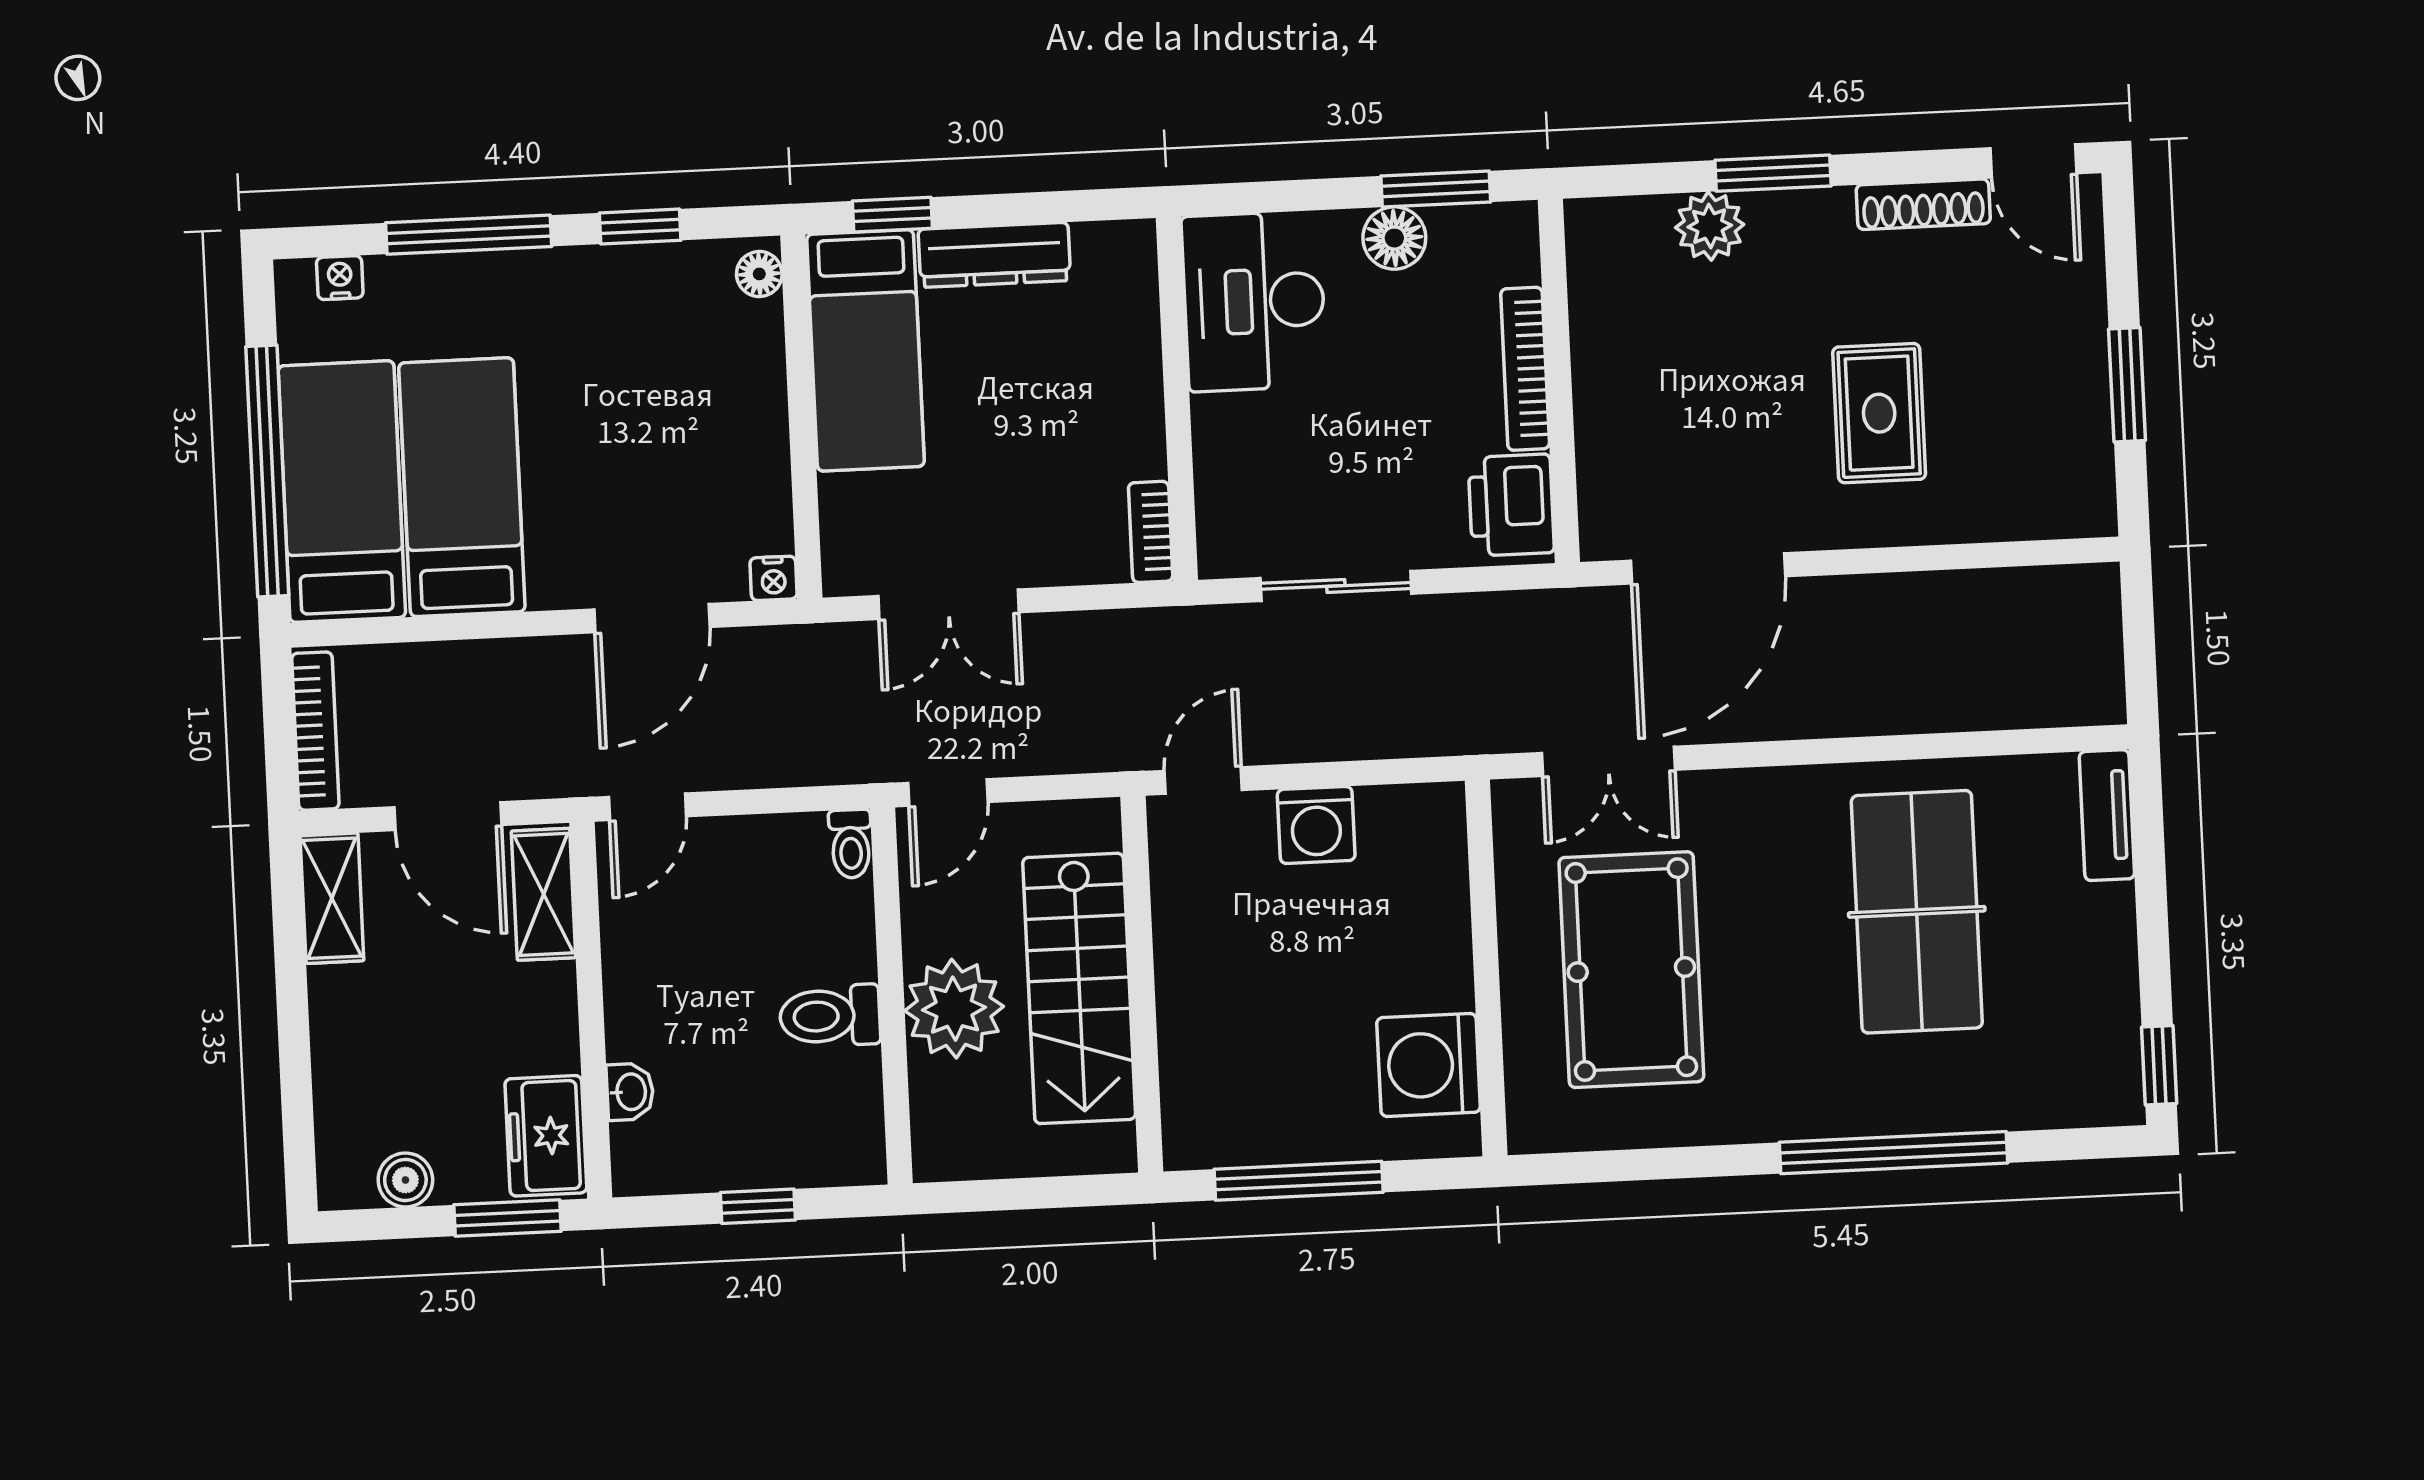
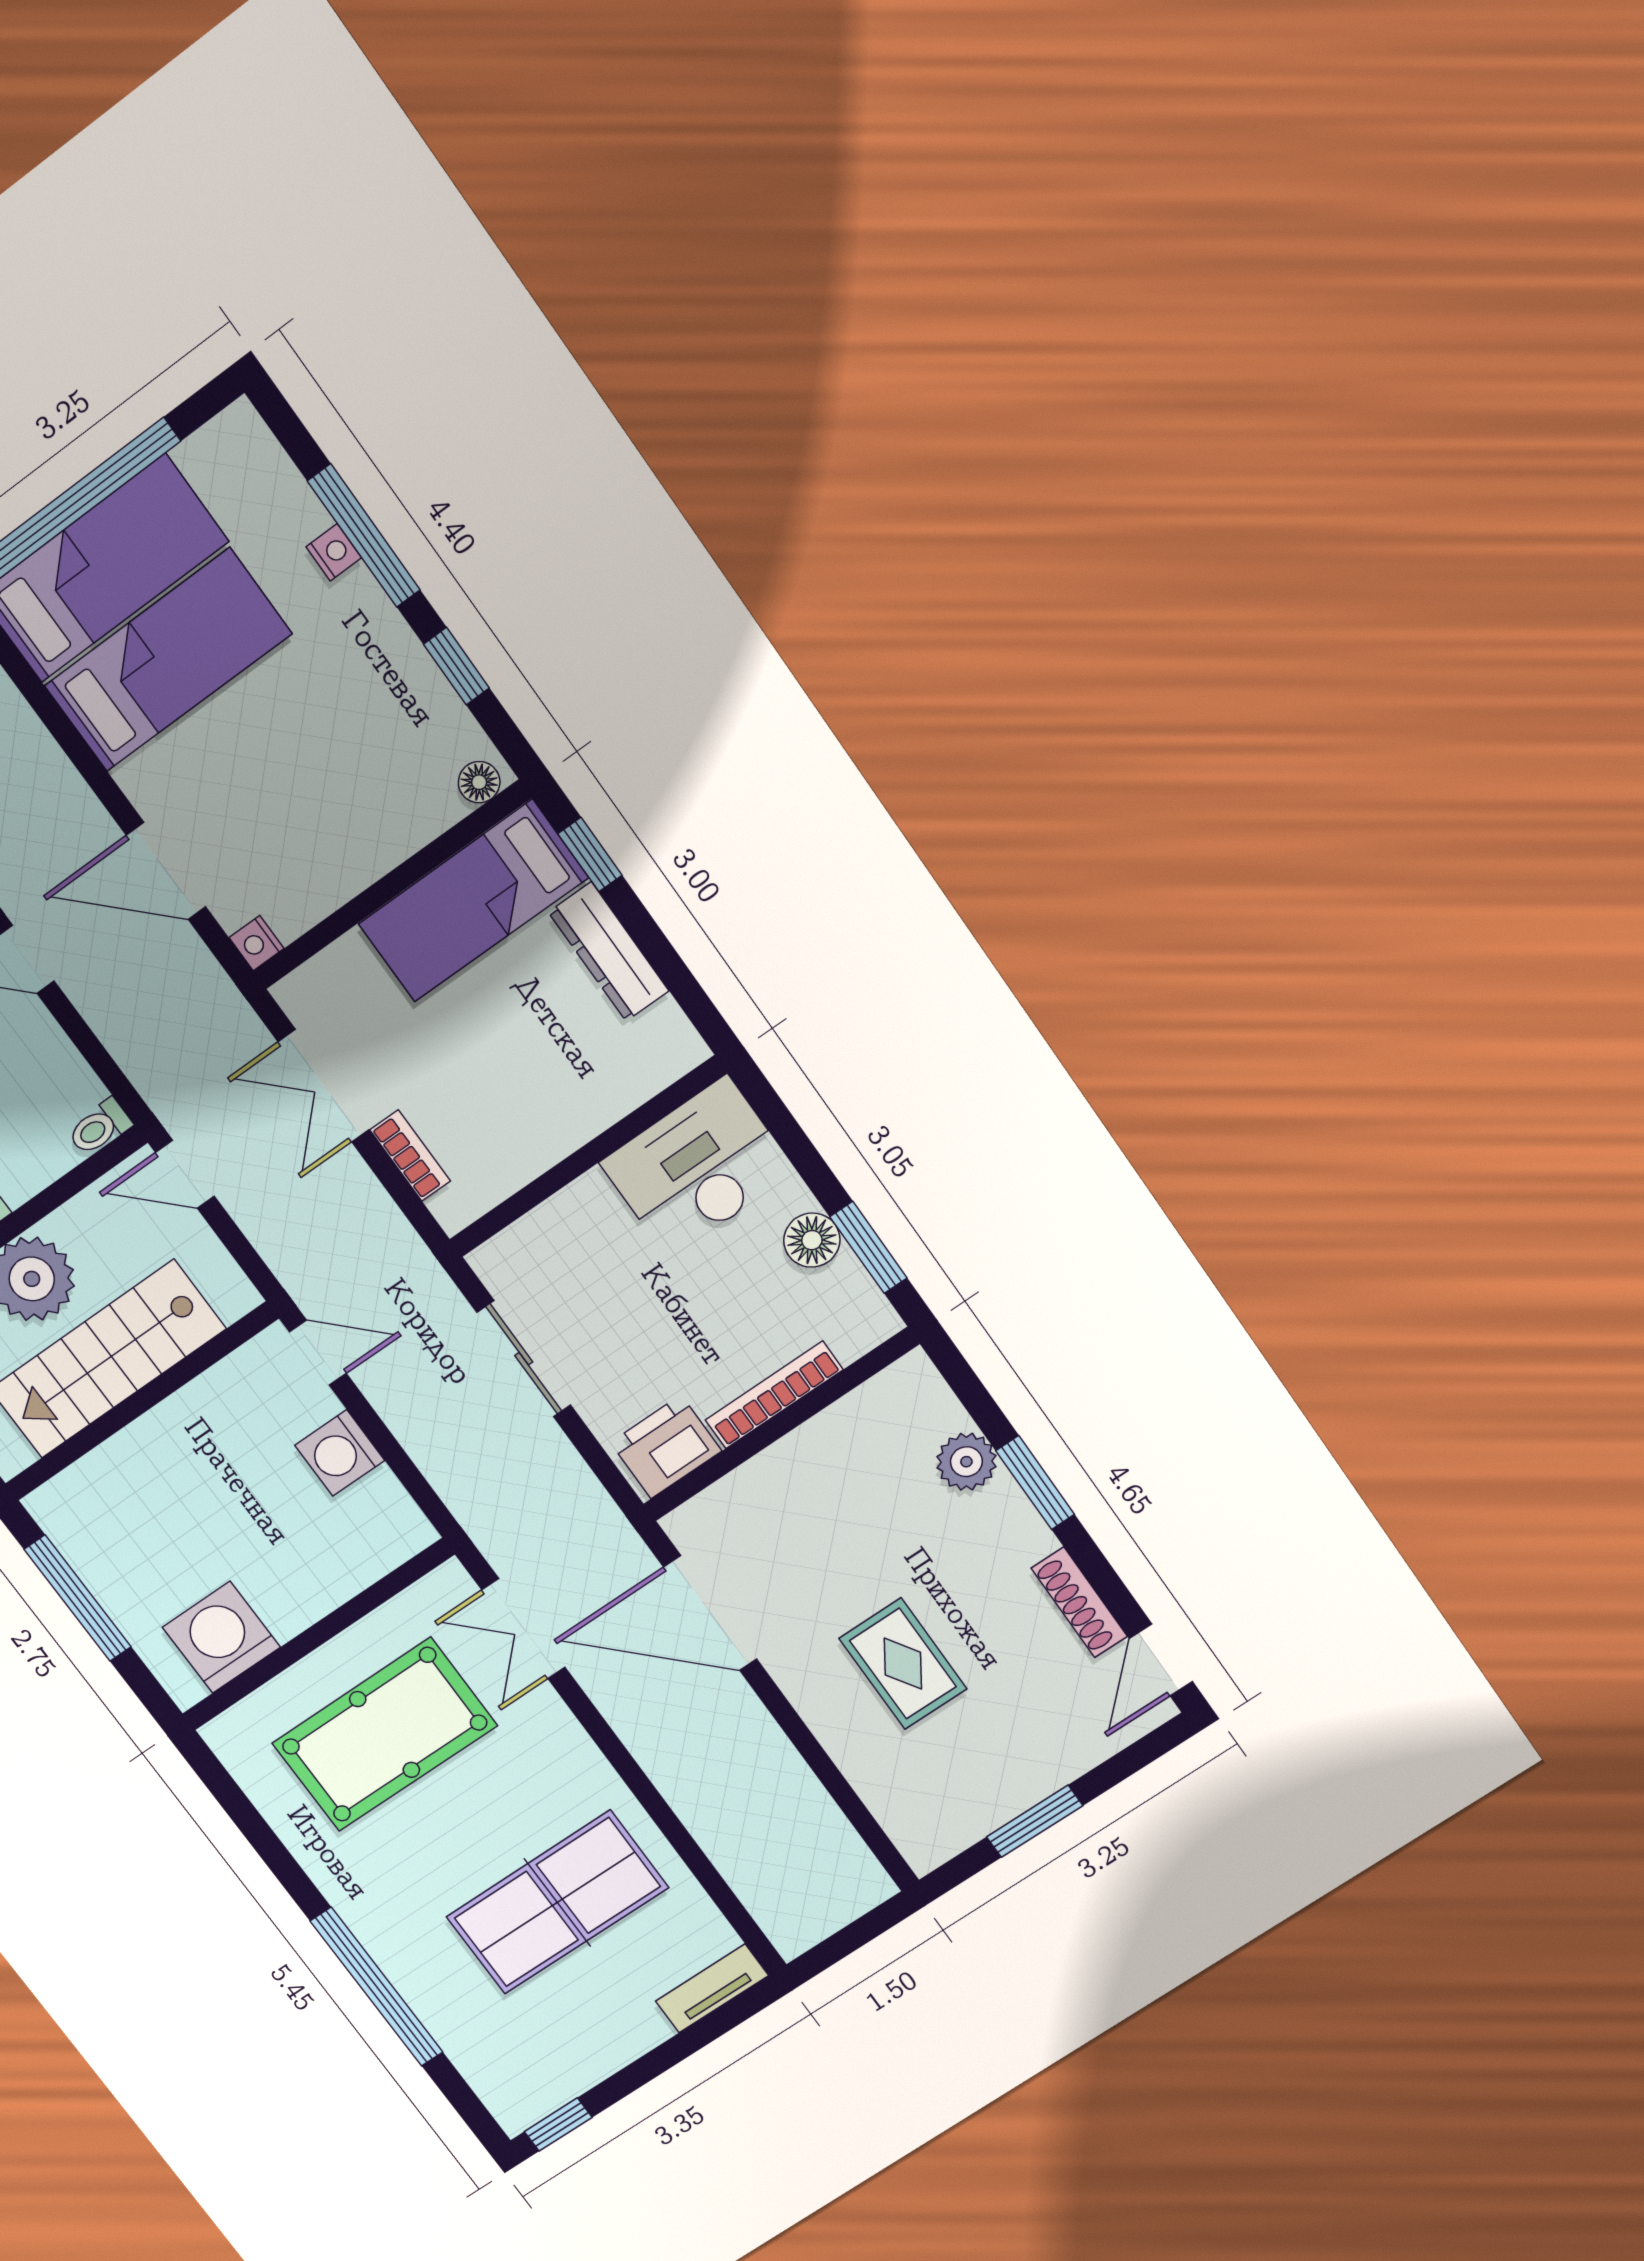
nightstand: (340, 278) -> (334, 552), moved
rug: (1879, 413) -> (903, 1664), turned 90
bookcase: (1151, 532) -> (410, 1155), moved, turned 90

